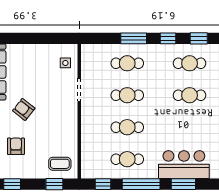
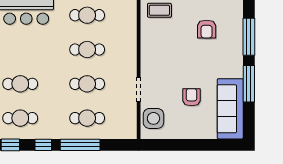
window: (134, 38) -> (80, 145), width x1.44
side table: (65, 63) -> (153, 118), width x1.87, depth x1.87
armchair: (24, 109) -> (192, 97), moved, turned -128

